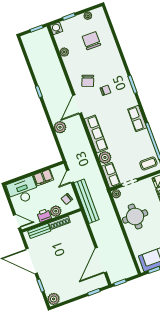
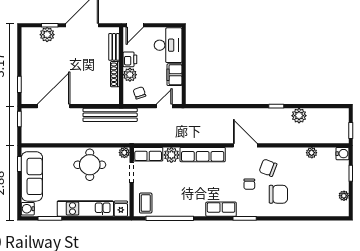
chair: (91, 41) -> (278, 194), moved
row of seats: (137, 118) -> (221, 209), moved
plant: (60, 127) -> (299, 116), moved
door: (70, 176) -> (164, 106), hinge flipped
bench: (87, 201) -> (110, 115), moved
door: (101, 260) -> (54, 106), hinge flipped
plant: (54, 299) -> (47, 35), moved

